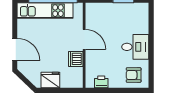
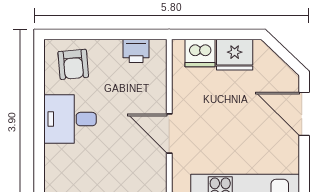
dishwasher: (76, 59) -> (200, 53), moved, turned 90
armchair: (134, 75) -> (73, 64), turned 85

